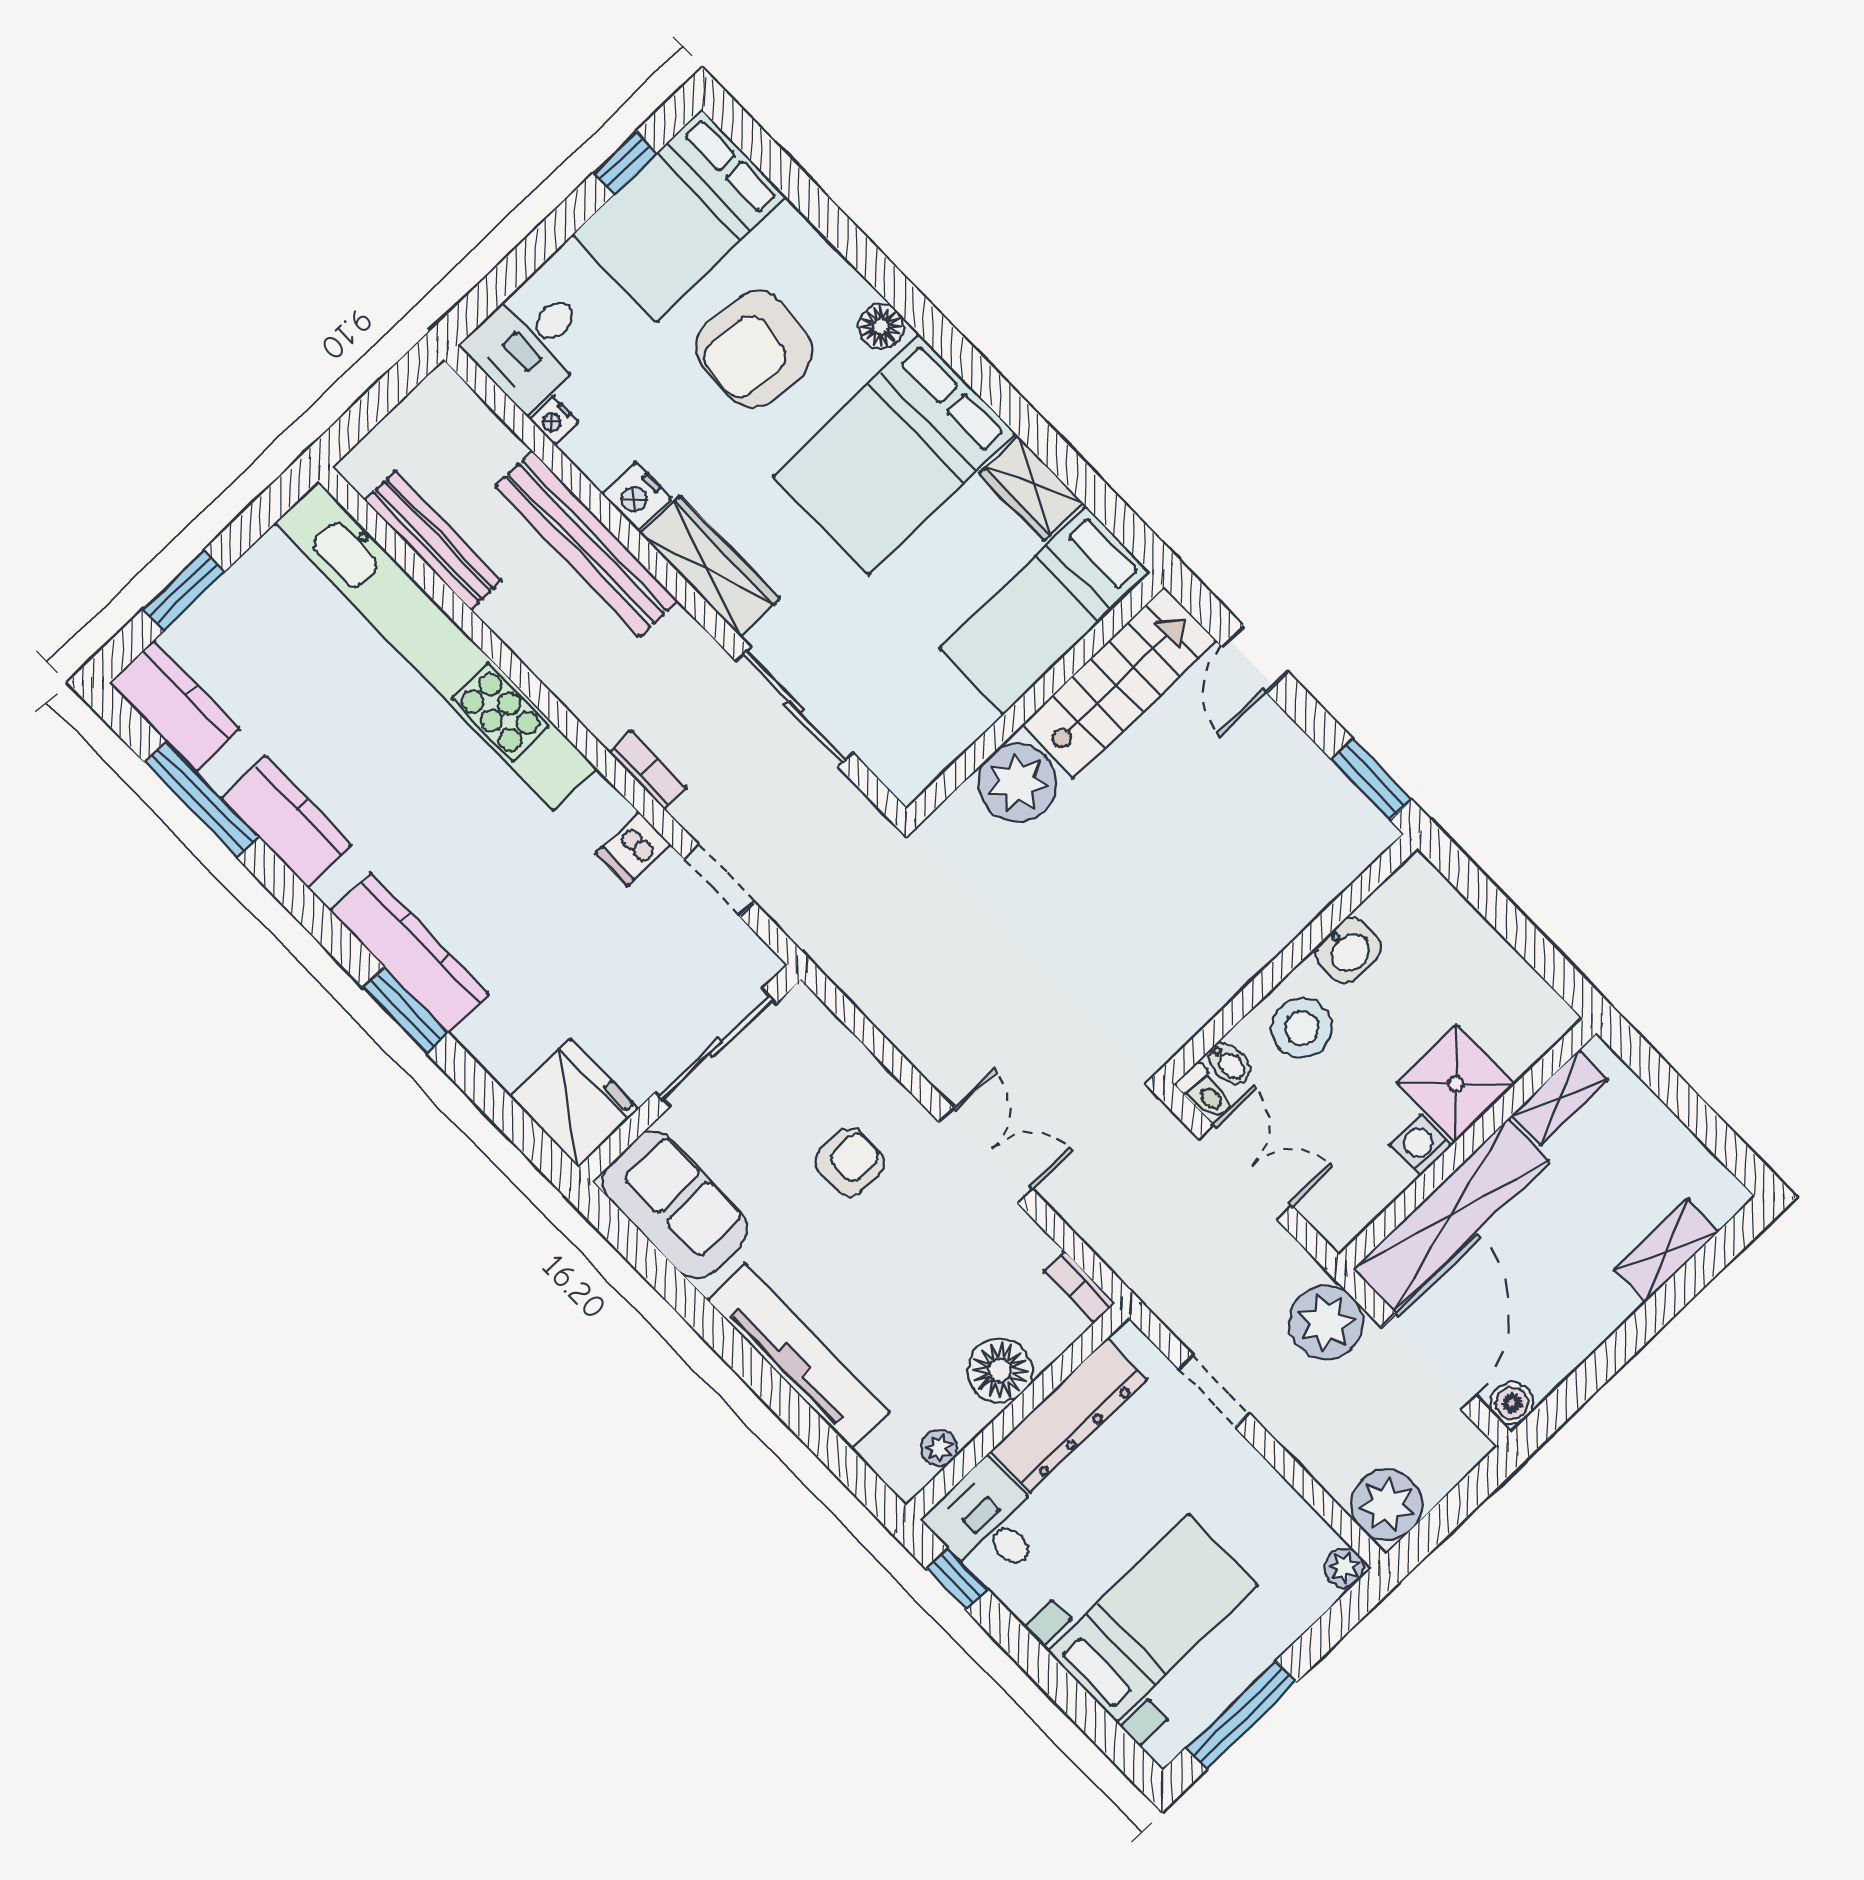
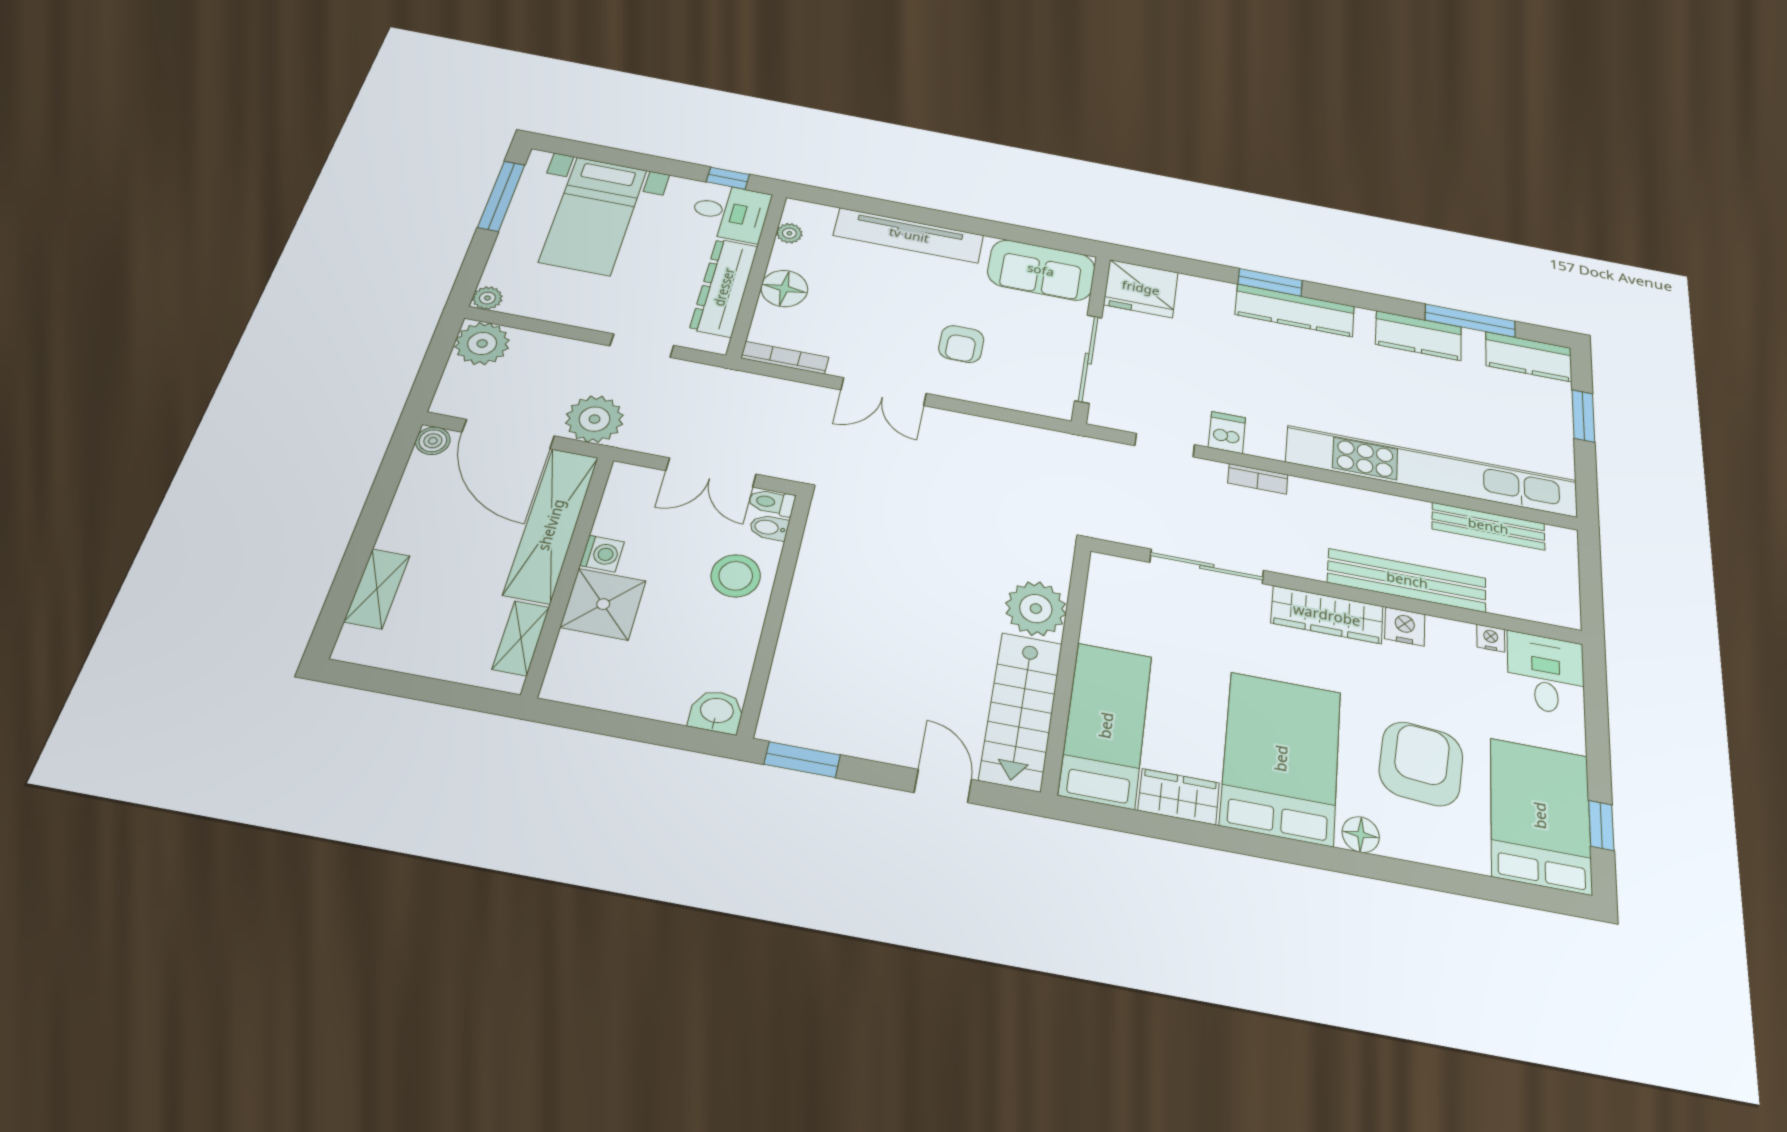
washbasin: (1348, 950) -> (717, 712), moved, turned 90
bookcase: (1079, 1287) -> (785, 358), width x1.56

